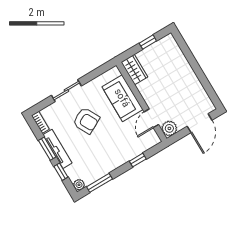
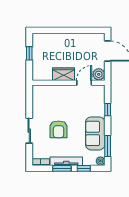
wardrobe: (134, 70) -> (64, 74), moved
sofa: (122, 98) -> (95, 133), moved, turned 90
door: (151, 118) -> (84, 83), swing flipped
armchair: (86, 121) -> (59, 129), turned 118

